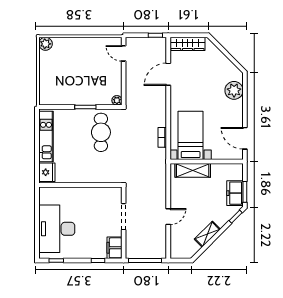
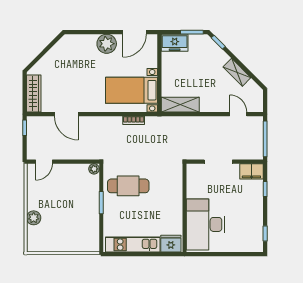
plant: (45, 44) -> (34, 218), moved
plant: (234, 90) -> (107, 44), moved
shelving: (193, 170) -> (180, 105), moved, turned 90
freezer: (235, 193) -> (175, 43), moved
door: (168, 217) -> (238, 114), moved
desk: (57, 229) -> (206, 224), moved, turned 90

